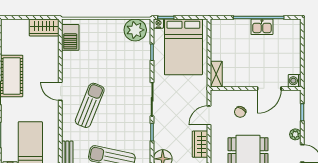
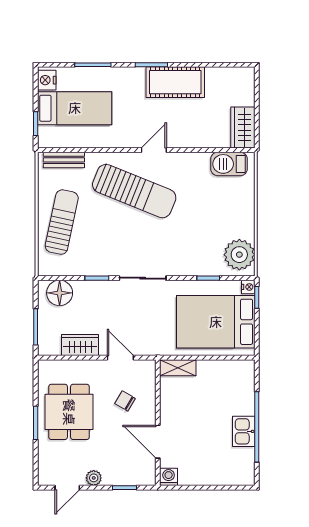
sun lounger: (90, 105) -> (134, 191), width x1.36, depth x1.34

